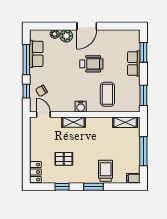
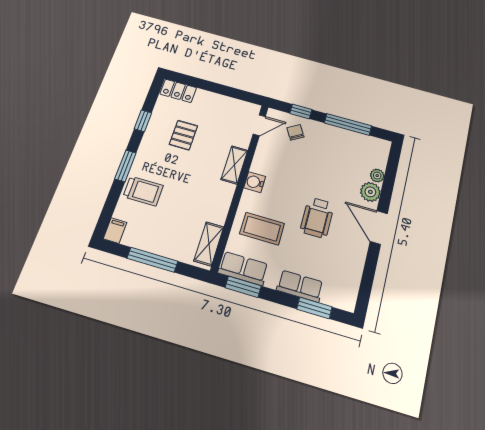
row of seats: (36, 54) -> (243, 268), moved, turned 180

